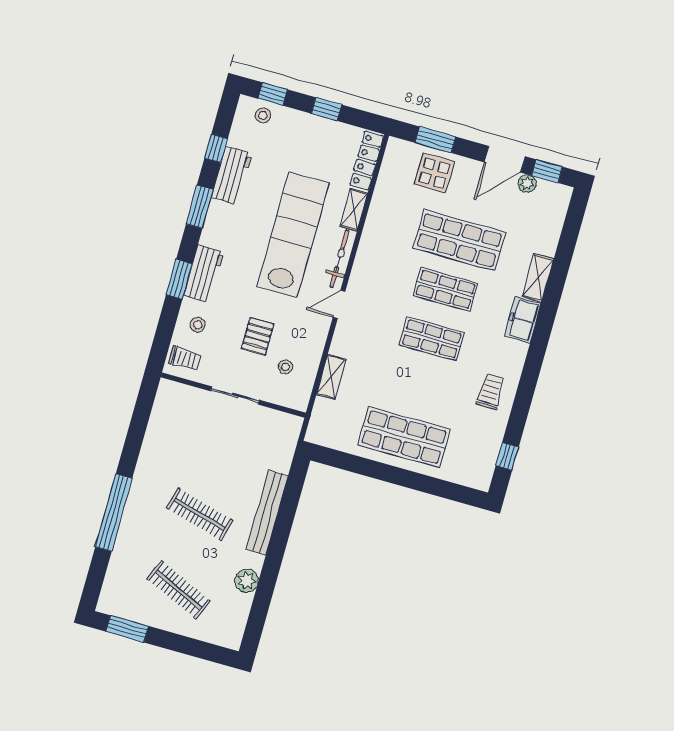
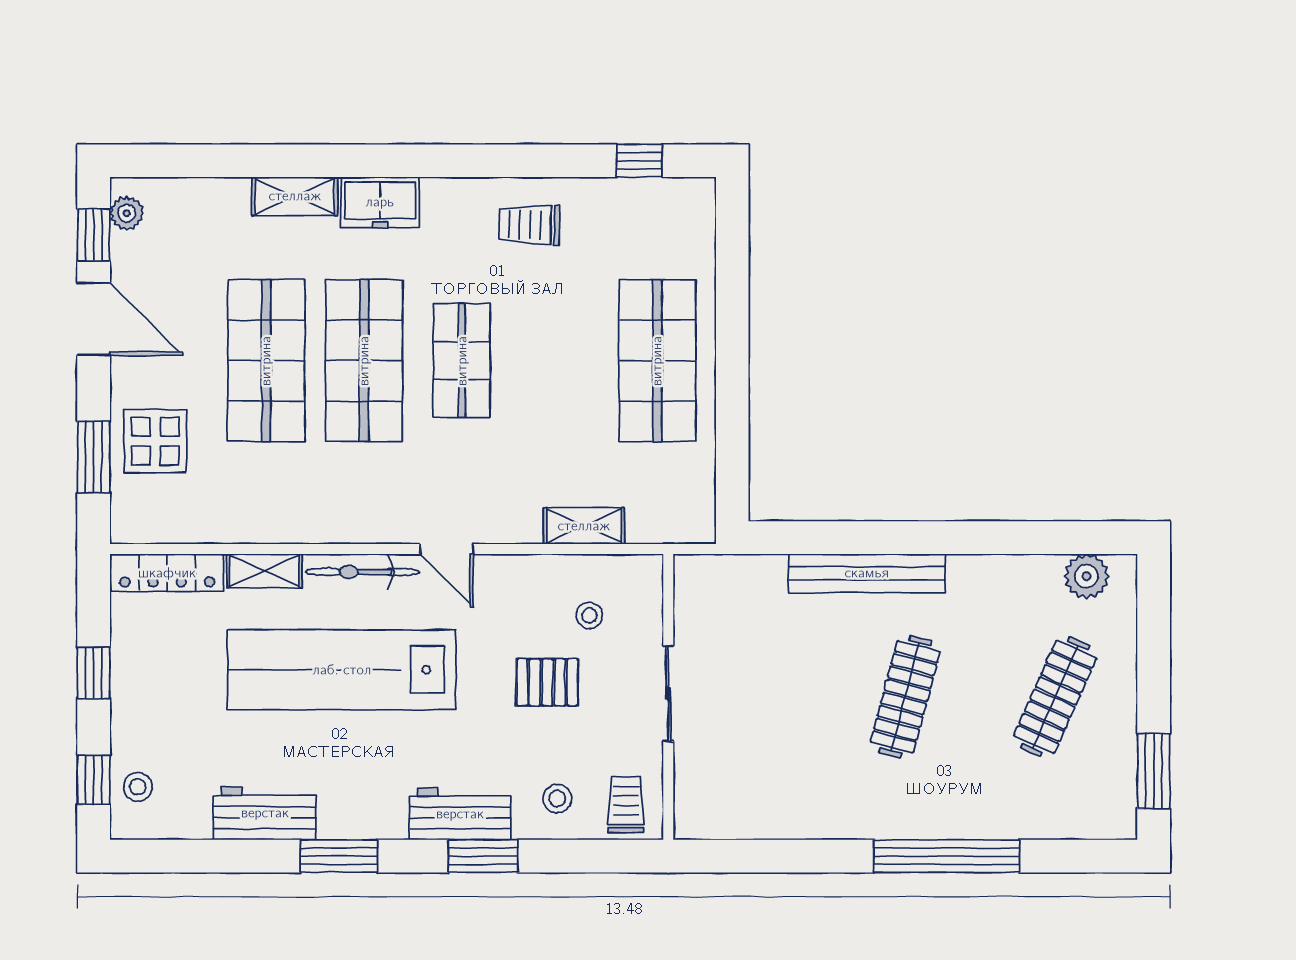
window: (216, 148) -> (223, 856), removed
plant: (527, 184) -> (127, 213), moved
shop shelf: (446, 290) -> (364, 361), width x1.43, depth x1.36
plant: (247, 581) -> (1086, 576), moved

